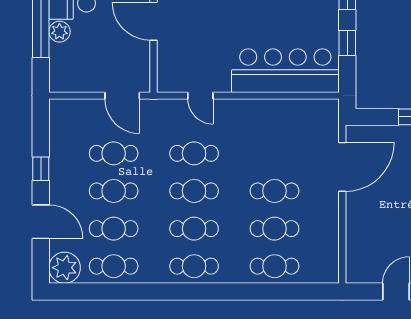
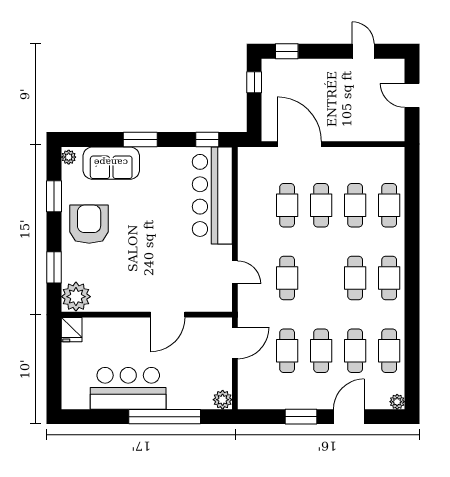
plant: (59, 32) -> (223, 400), moved
window: (347, 43) -> (207, 139), moved
door: (200, 96) -> (235, 272), hinge flipped
window: (41, 169) -> (301, 417), width x1.50
cafe table: (194, 191) -> (287, 205), moved
plant: (65, 268) -> (397, 402), width x0.53, depth x0.53

